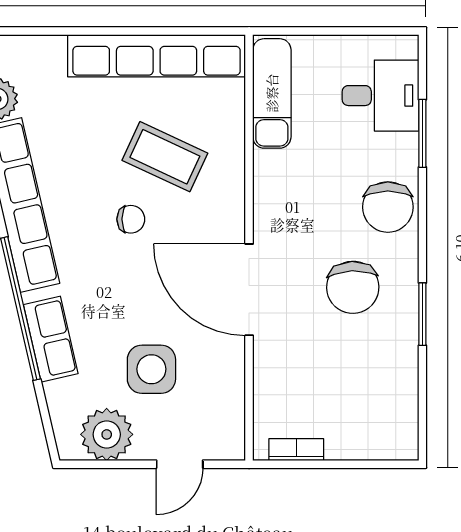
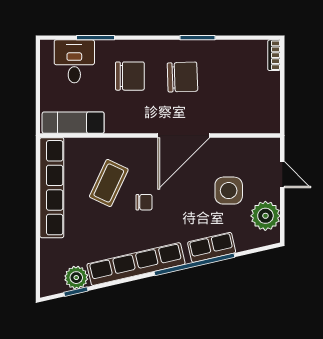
chair: (388, 207) -> (130, 76), moved
chair: (131, 219) -> (144, 202), turned 90
bookcase: (296, 450) -> (274, 55), moved

